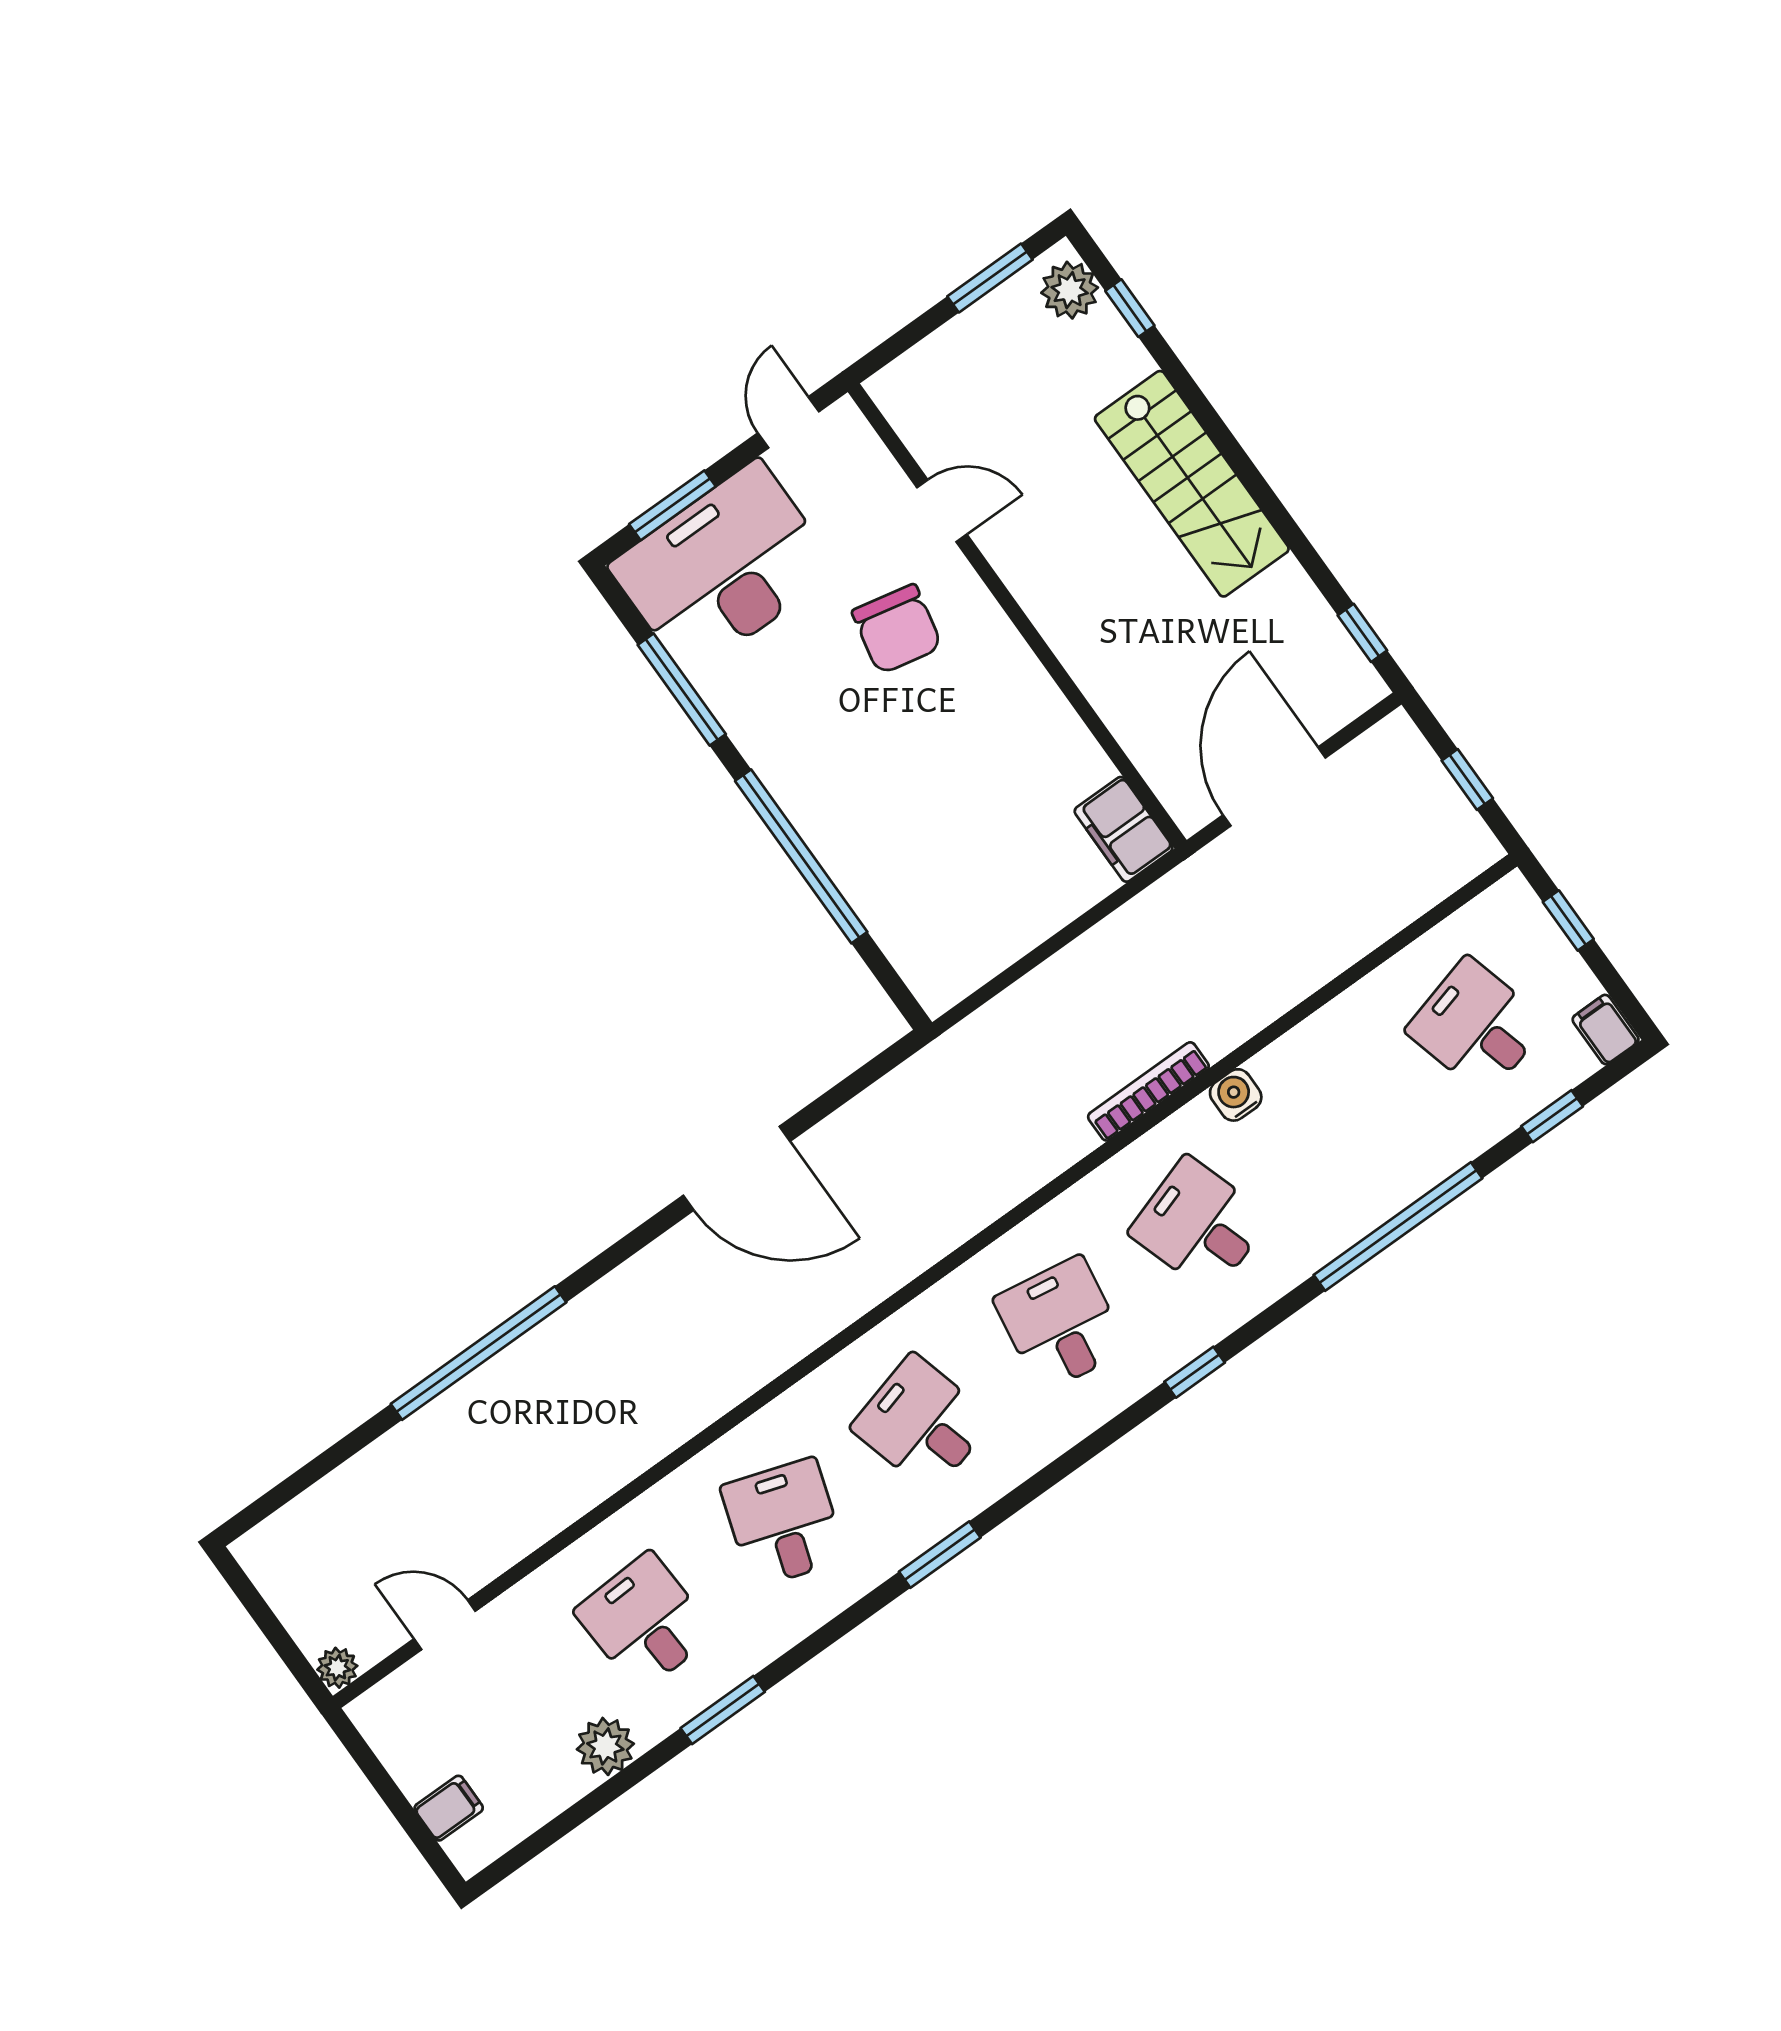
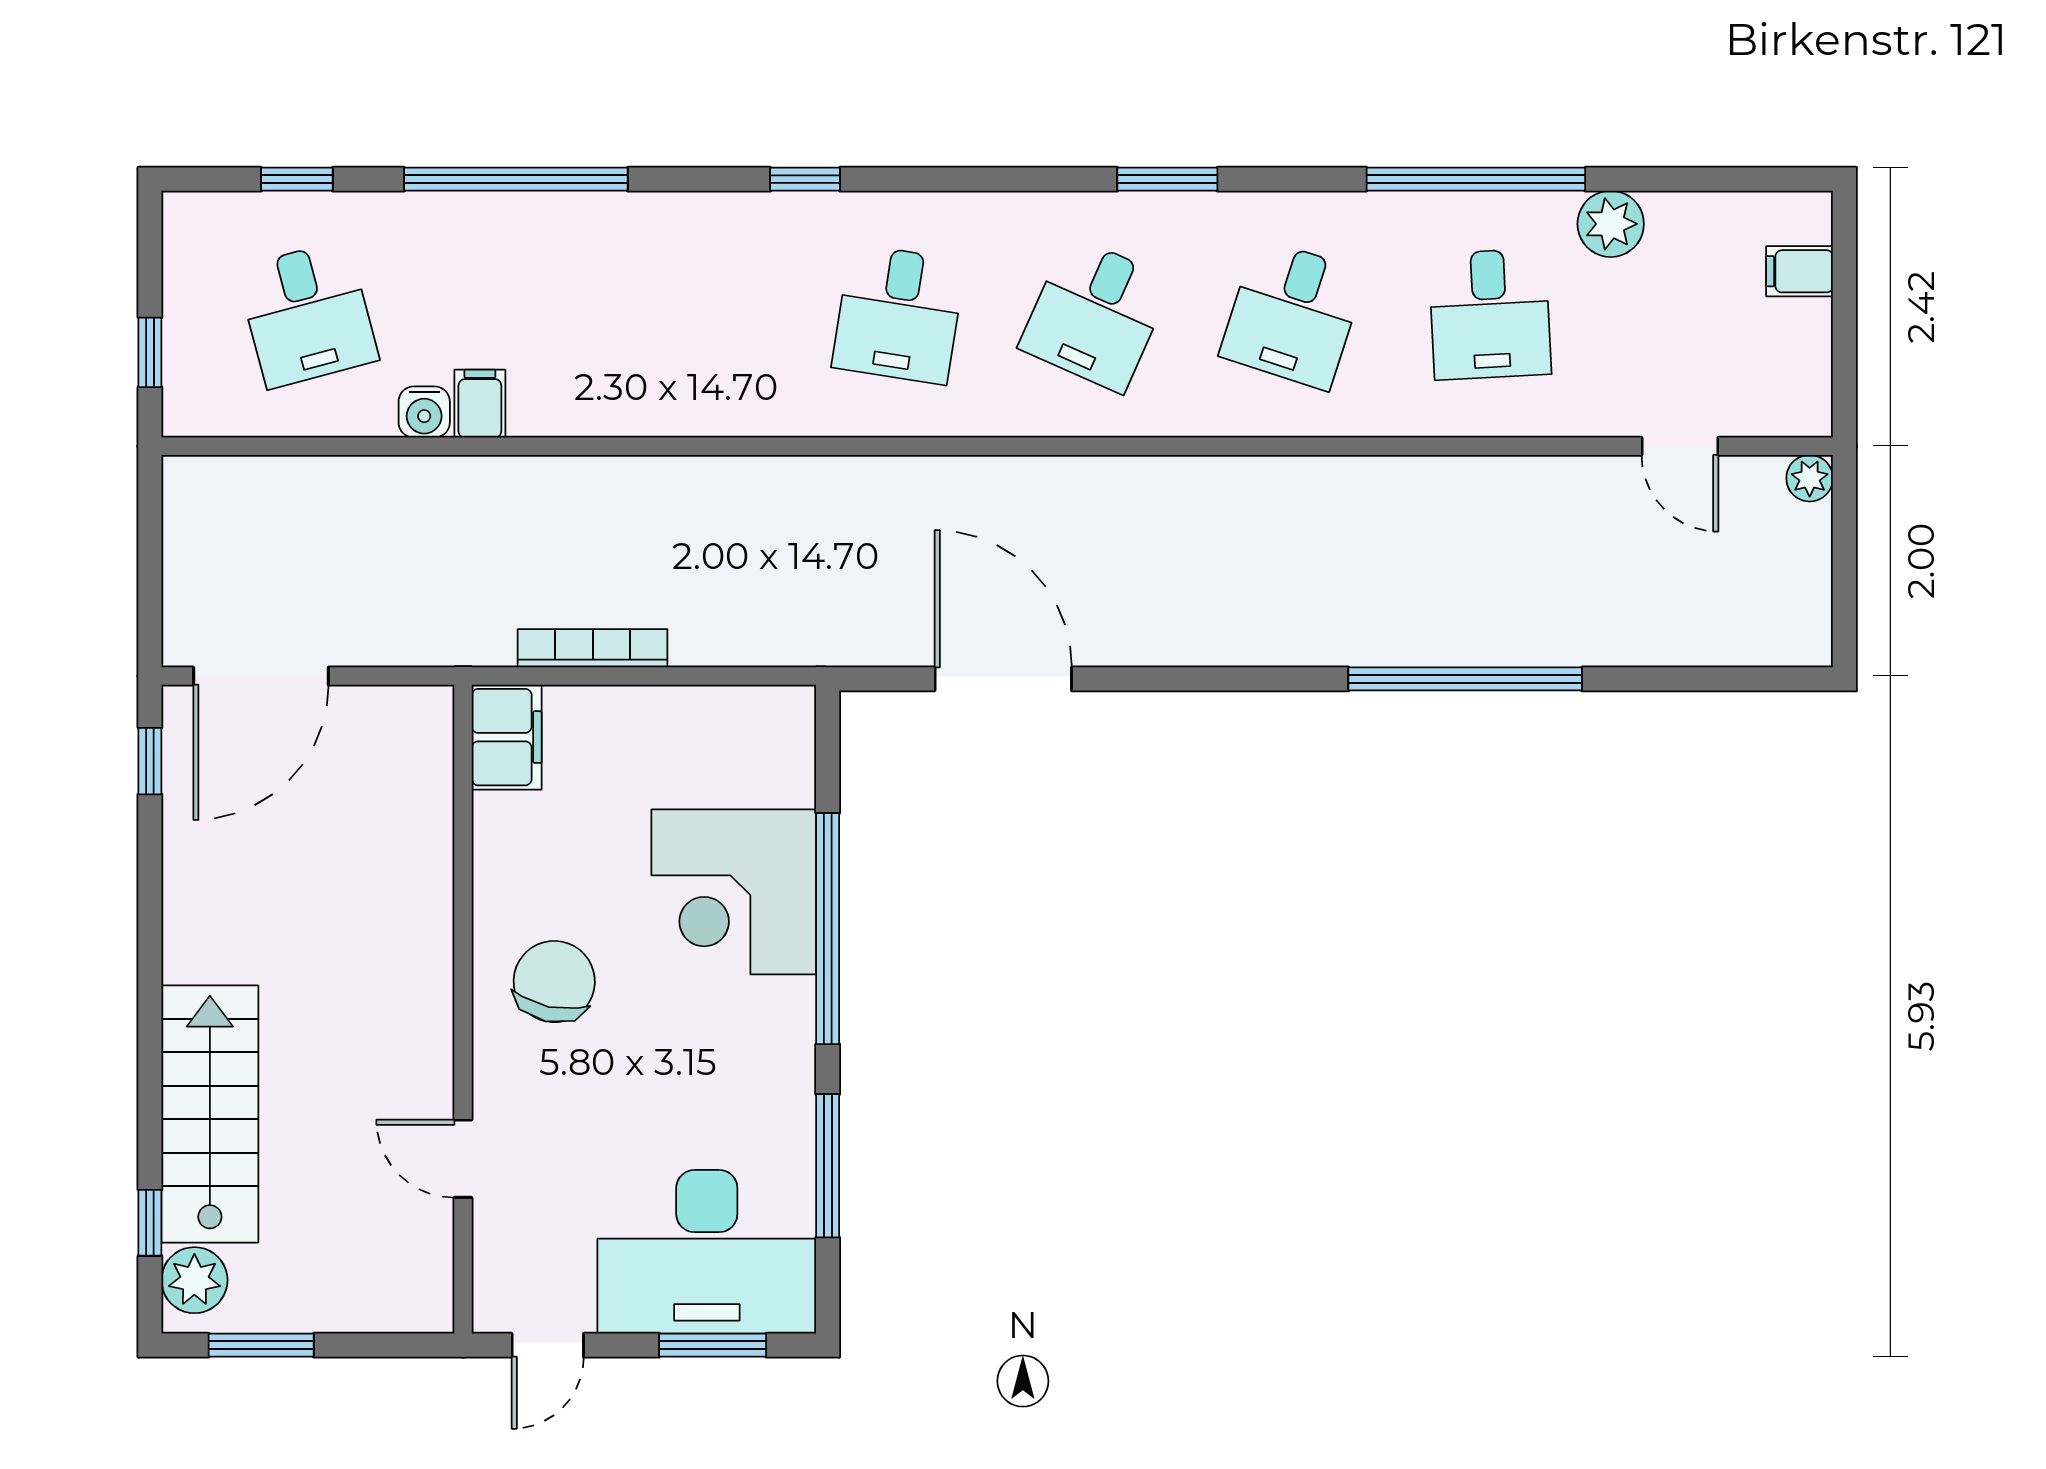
stairs: (1192, 484) -> (210, 1114), moved
chair: (897, 629) -> (554, 982), moved
window: (1467, 779) -> (150, 553), removed
door: (1274, 786) -> (261, 676), moved
corner desk: (886, 835) -> (734, 892), added
filing cabinet: (1606, 1030) -> (480, 404), moved, turned 180
bookcase: (1148, 1091) -> (593, 648), moved, turned 180
water cooler: (1236, 1095) -> (424, 412), moved
door: (737, 1168) -> (1003, 679), moved
desk: (1199, 1225) -> (701, 314), removed
desk: (922, 1424) -> (1096, 314), turned 39
window: (723, 1710) -> (1476, 179), width x2.11

